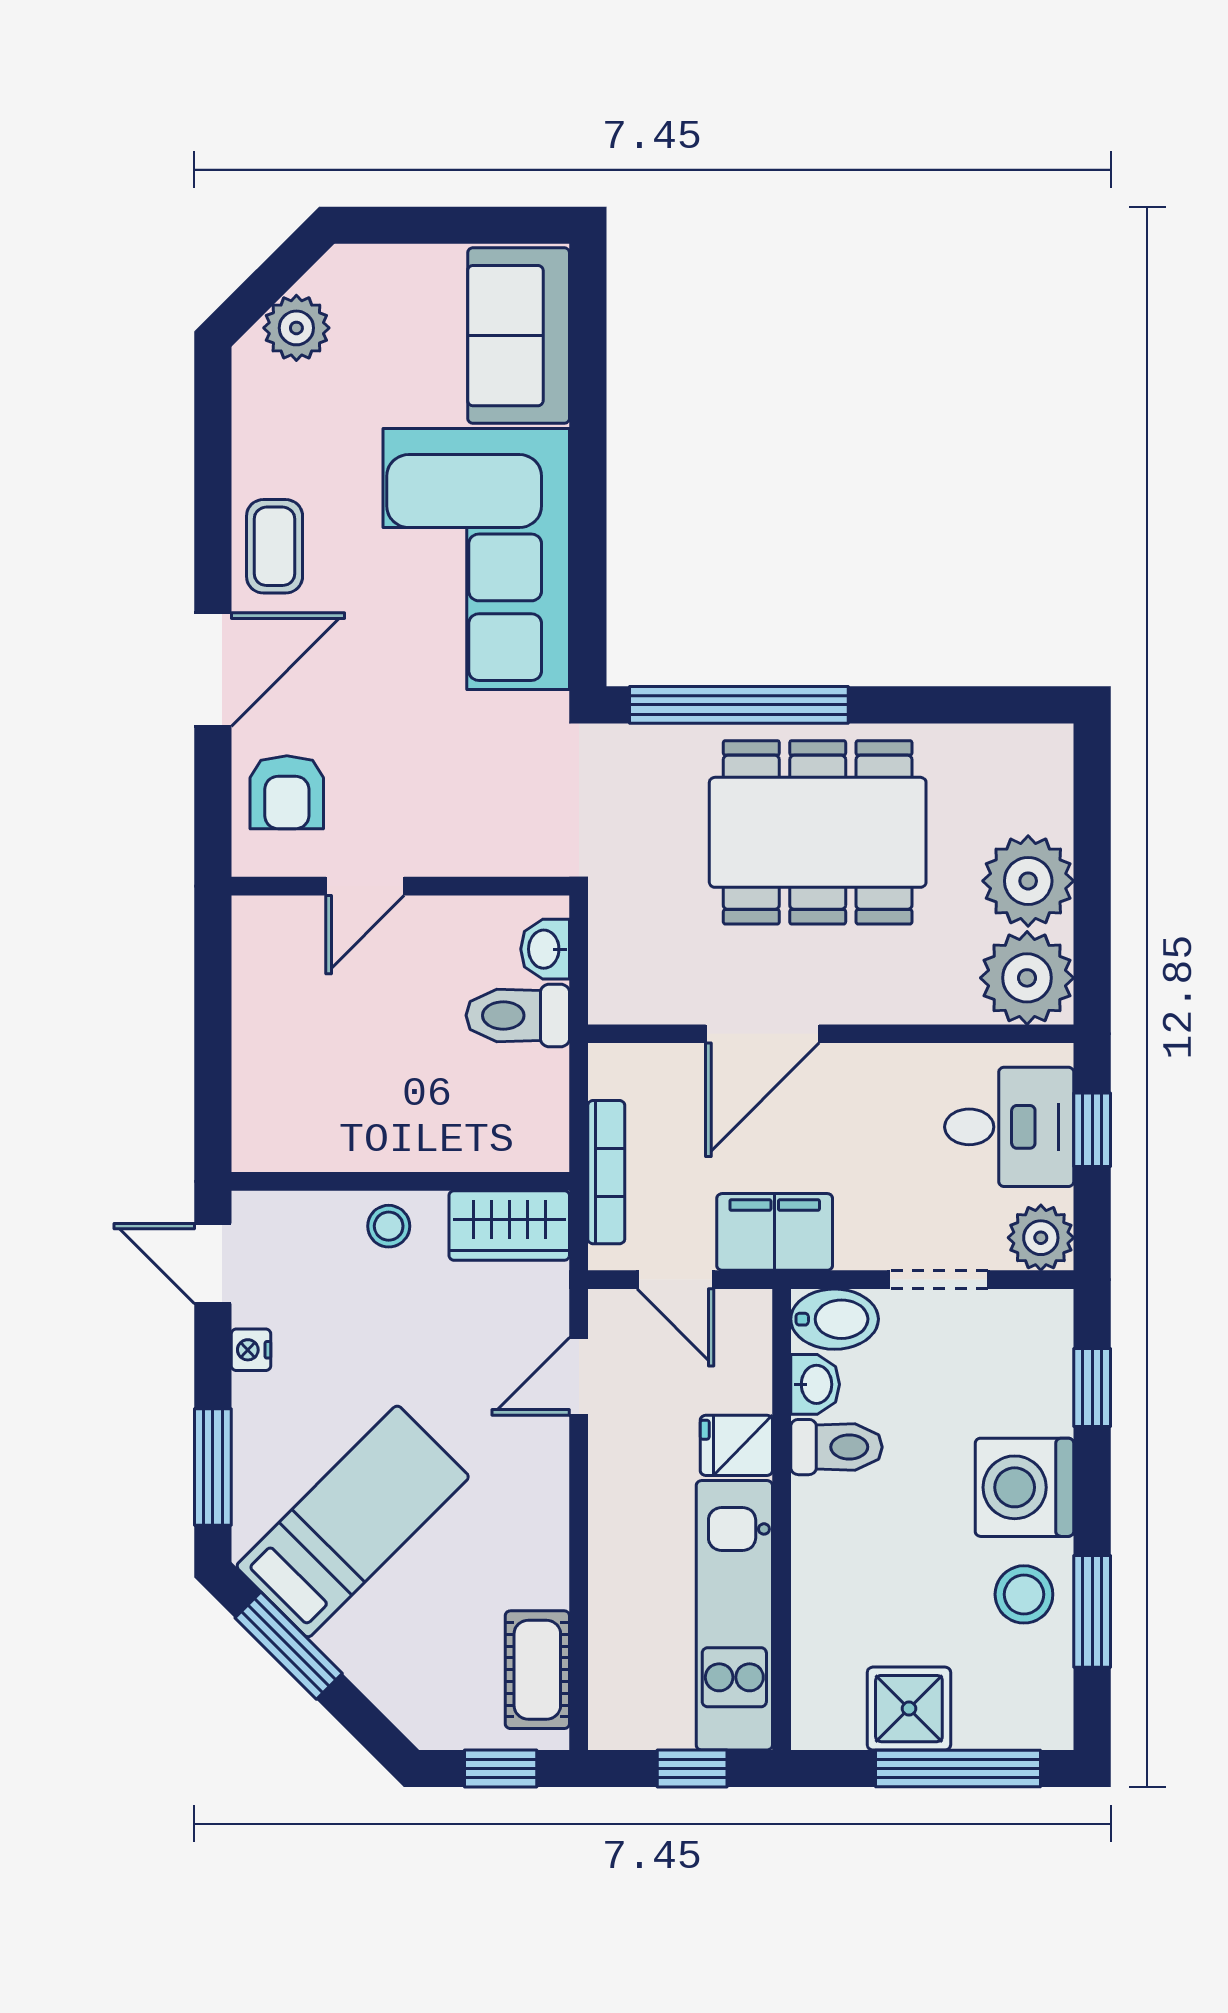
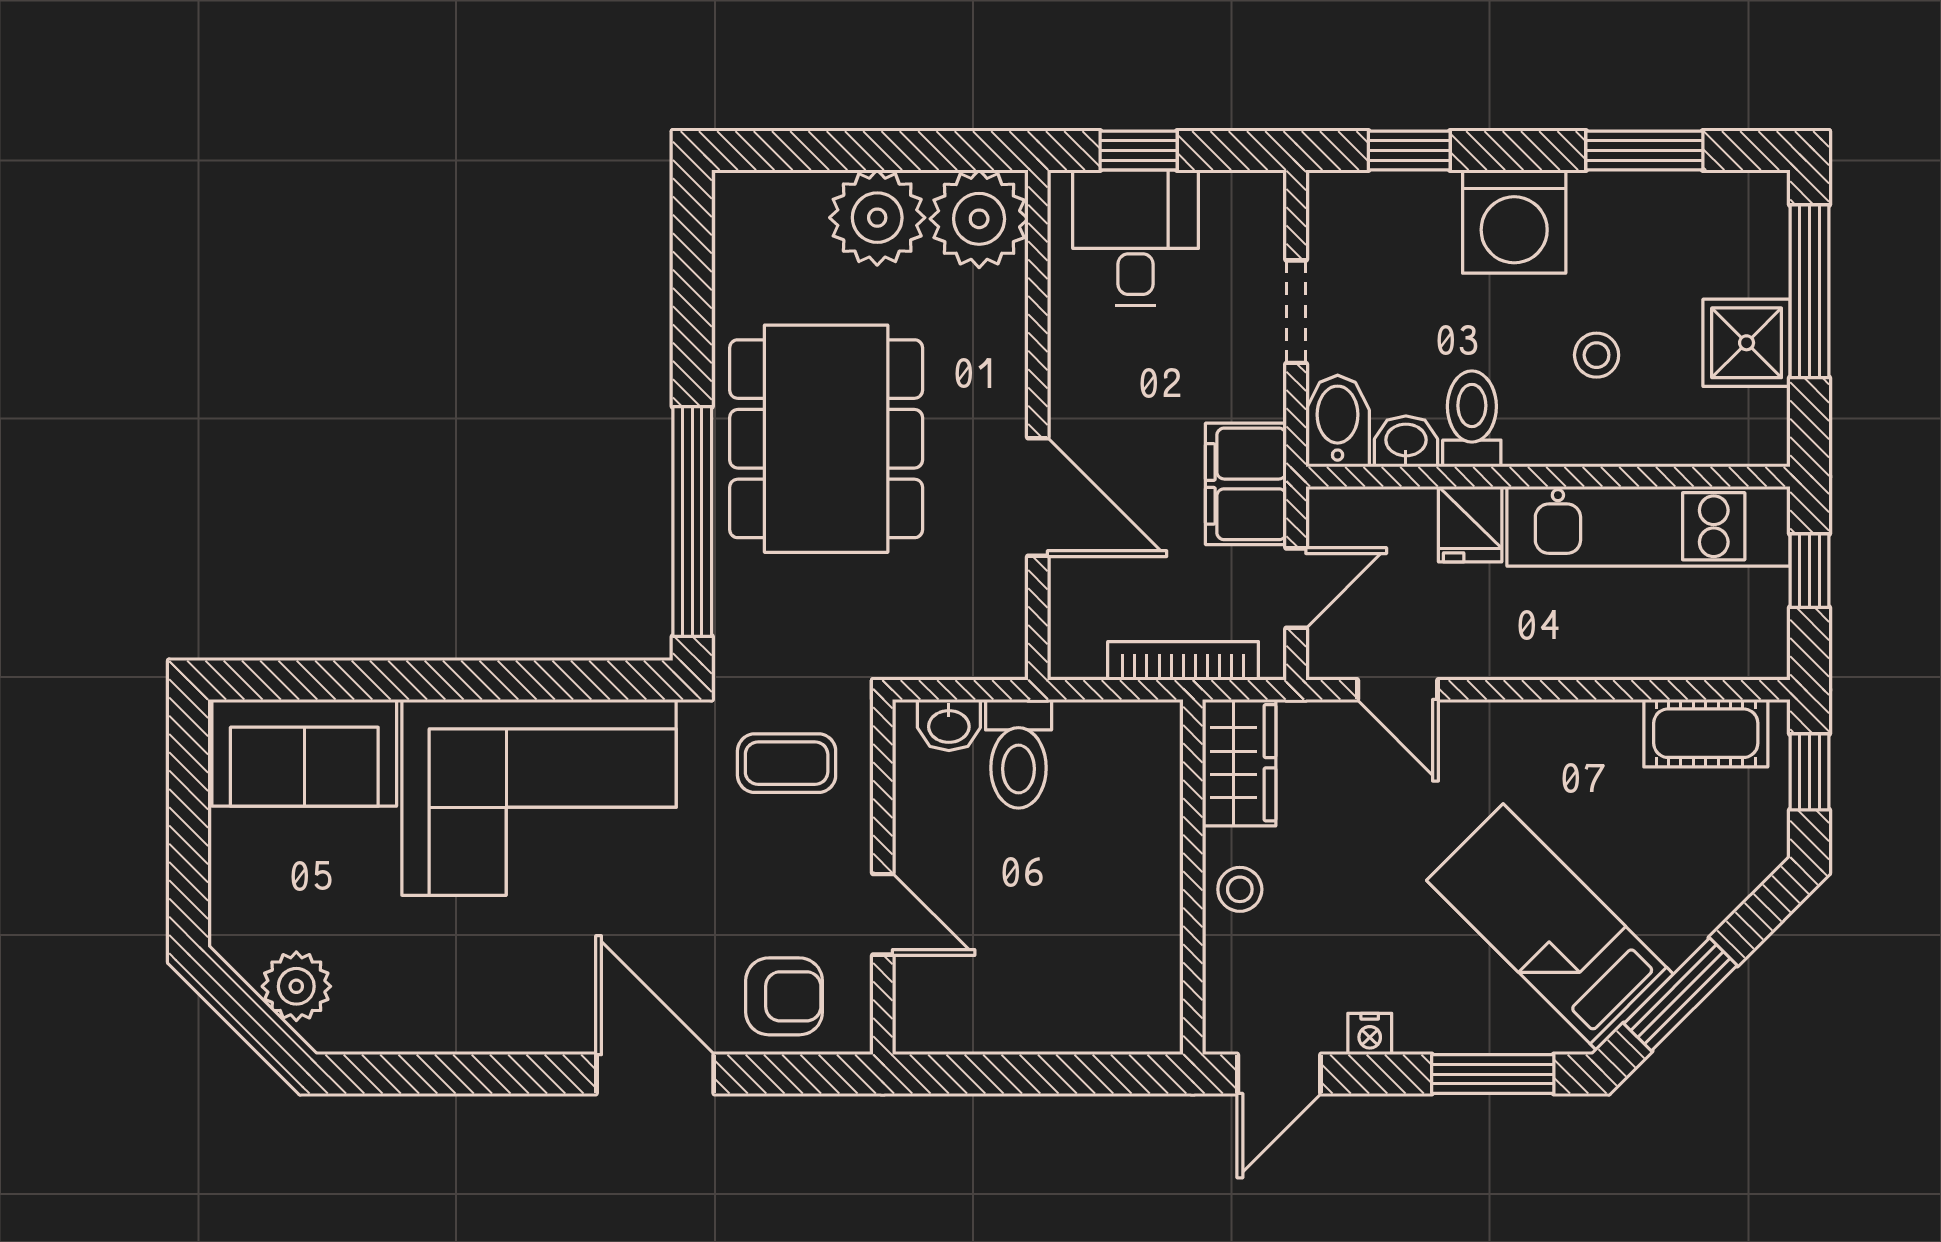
coffee table: (275, 546) -> (787, 763), moved
plant: (1041, 1238) -> (1252, 204), removed
stool: (1024, 1594) -> (1597, 355), moved, width x0.73, depth x0.73

